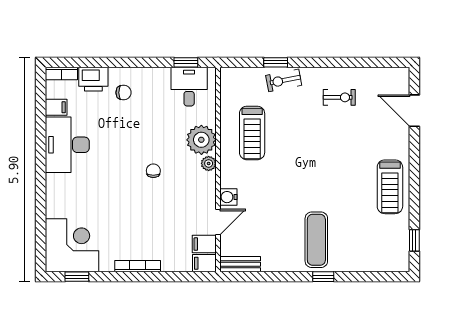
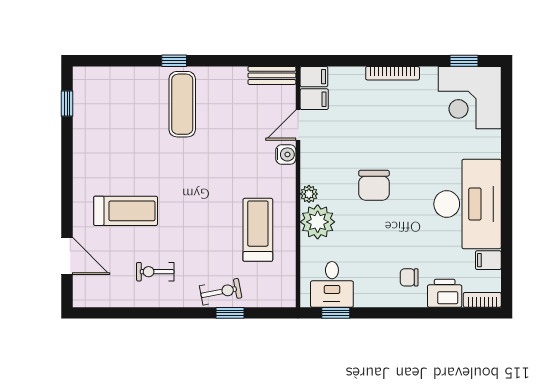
desk: (67, 145) -> (468, 204), width x1.36, depth x1.30
chair: (153, 171) -> (374, 185), width x1.87, depth x1.87
treadmill: (390, 187) -> (126, 211), moved, turned 90

